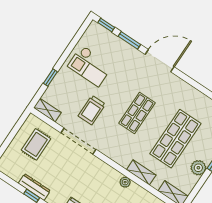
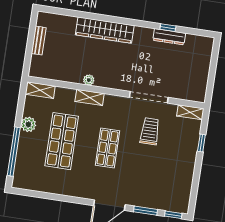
checkout: (90, 66) -> (170, 171), removed
rug: (36, 144) -> (186, 76), removed
shelving: (141, 172) -> (90, 97), moved

